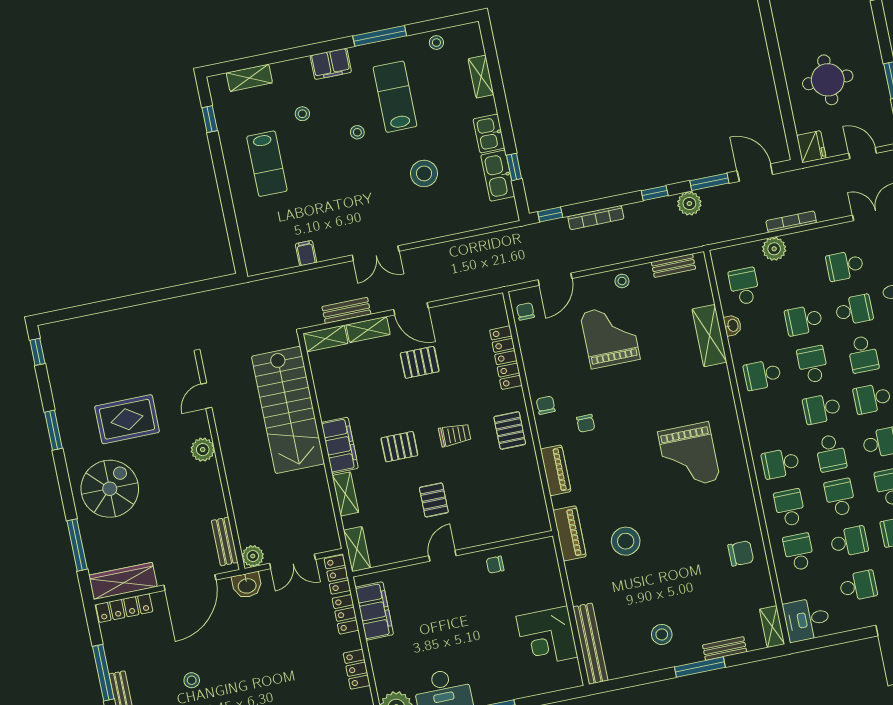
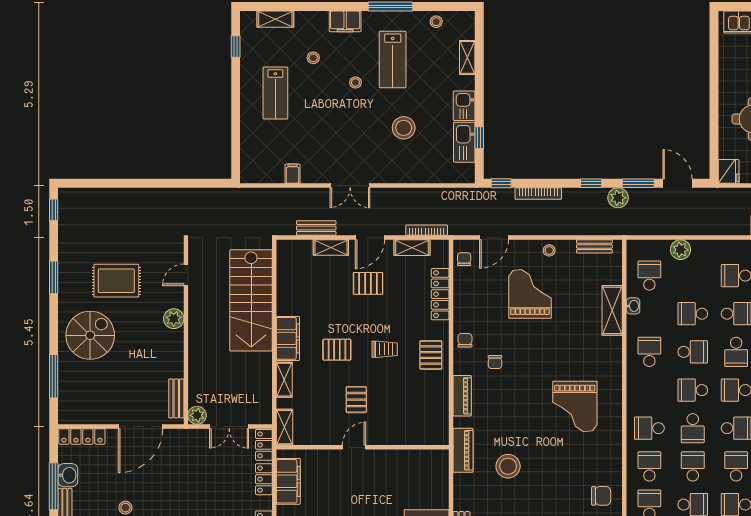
lab bench: (395, 97) -> (393, 59), turned 180
bookcase: (791, 222) -> (427, 230), moved
door: (411, 309) -> (370, 238), hinge flipped
shelving: (325, 339) -> (412, 248), moved
school desk: (813, 364) -> (693, 352), turned 90
school desk: (762, 375) -> (649, 352), turned 90
chair: (495, 565) -> (396, 464), removed
wardrobe: (123, 581) -> (85, 414), removed
washbasin: (247, 585) -> (68, 475), moved, turned -90

